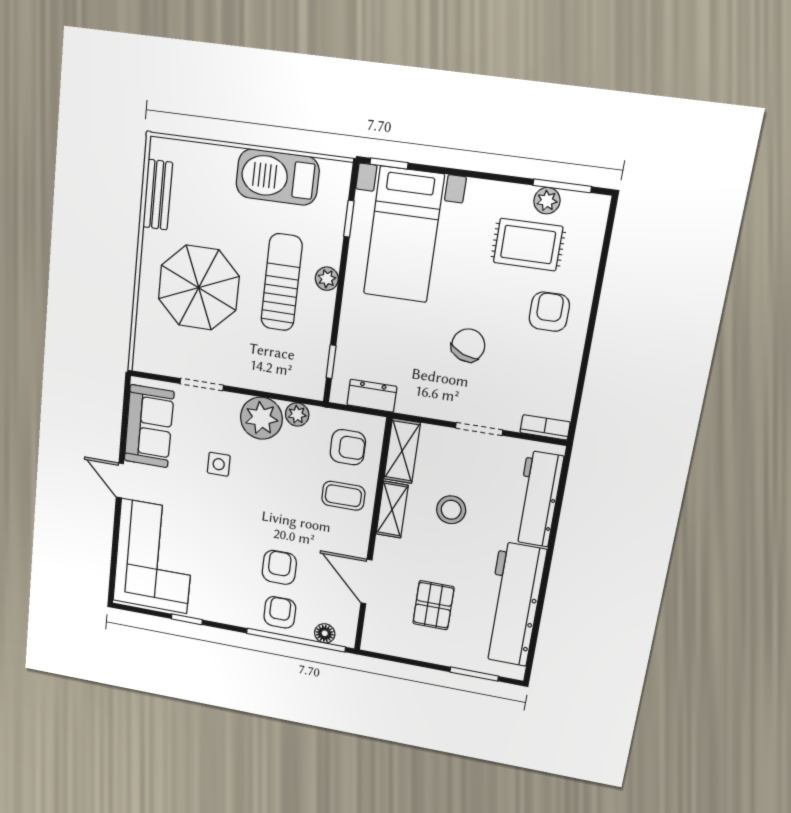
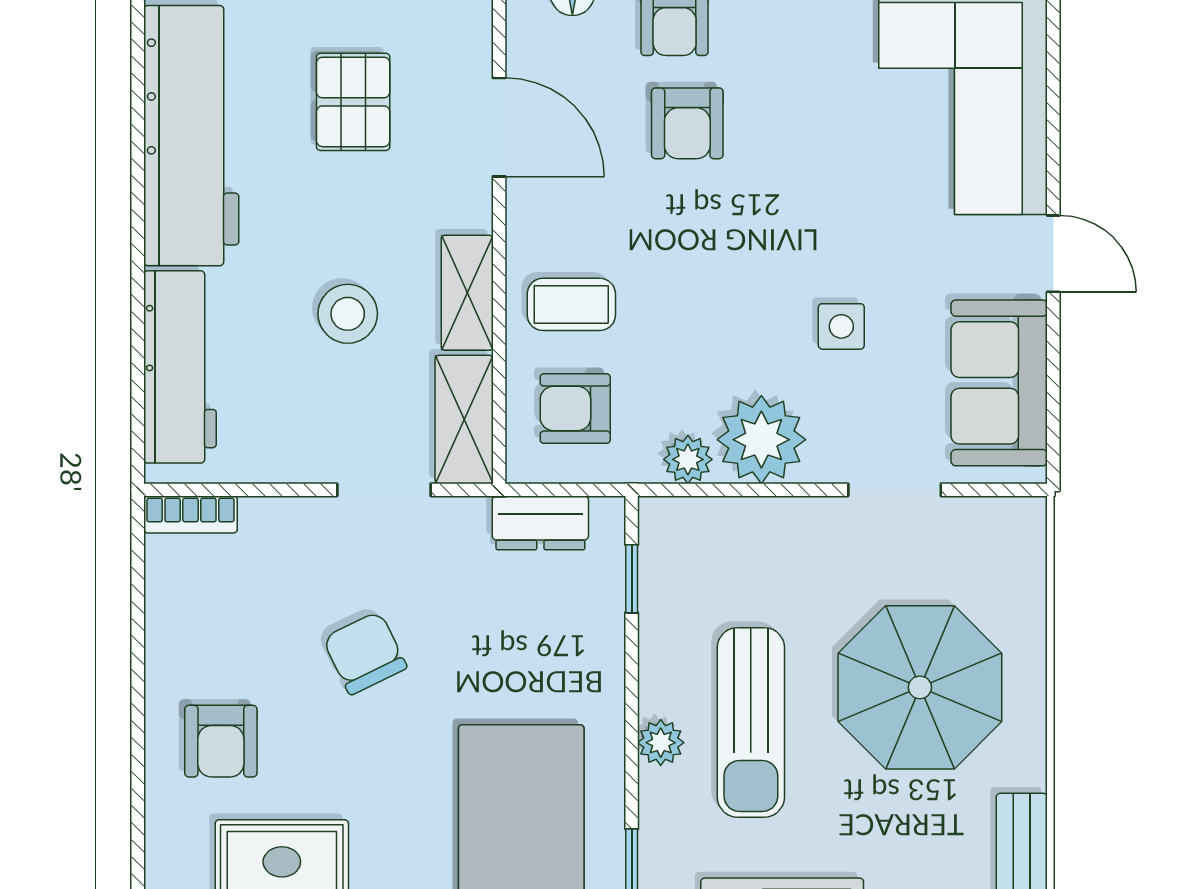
chair: (468, 345) -> (365, 653), turned 132
doorway: (479, 429) -> (384, 490), moved

